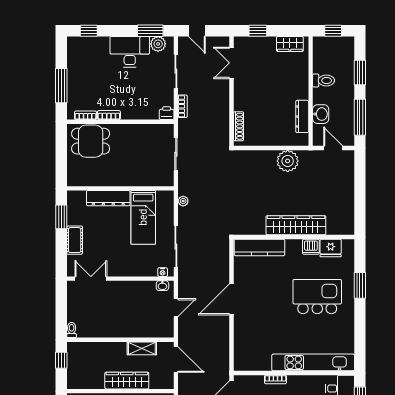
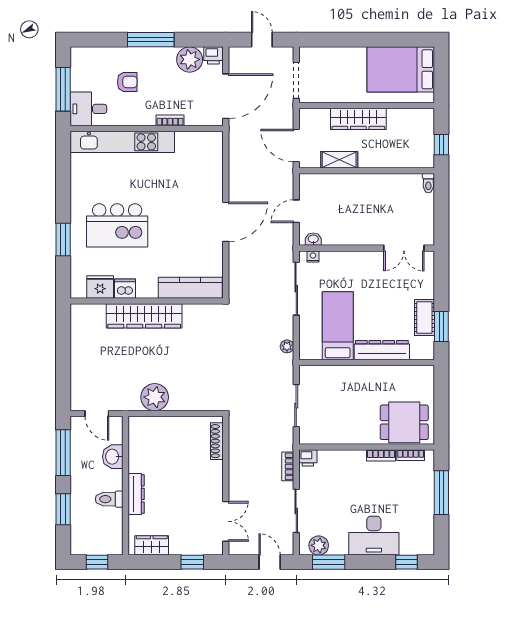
desk: (130, 52) -> (374, 536), moved
dresser: (302, 116) -> (136, 494), moved
cot: (75, 240) -> (424, 317), moved

